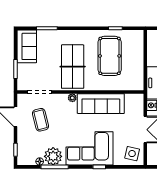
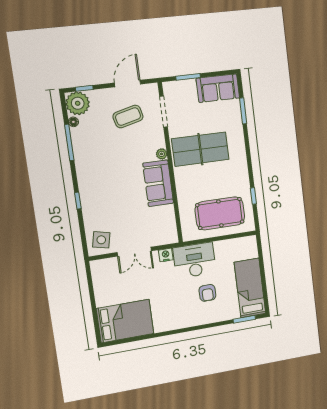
pool table: (110, 56) -> (220, 213), moved
sofa: (101, 104) -> (158, 183), width x0.73
corner sofa: (90, 148) -> (100, 185), removed
plant: (53, 156) -> (78, 103), moved

